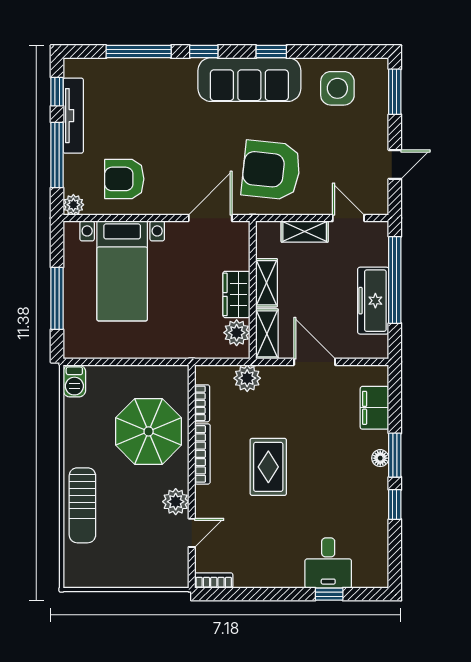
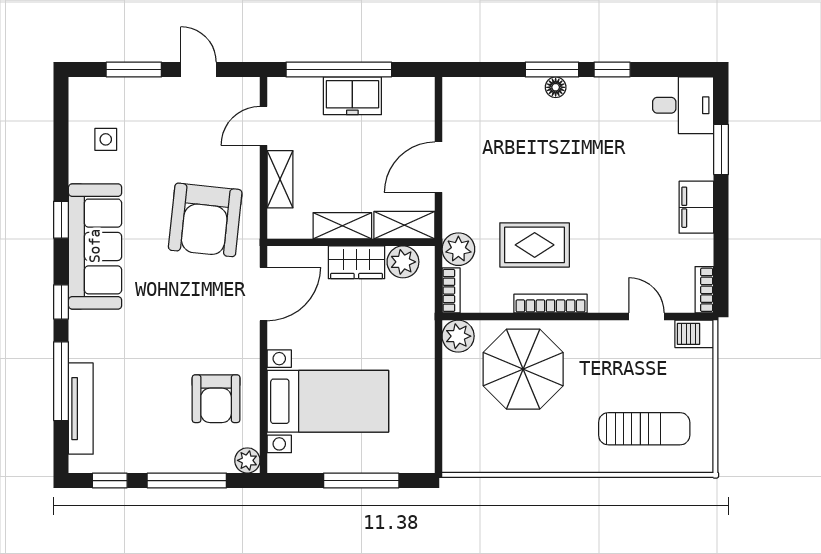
side table: (337, 88) -> (106, 139), width x0.54, depth x0.54
window: (395, 92) -> (134, 70), moved
tv unit: (73, 116) -> (81, 409), moved, turned 90
door: (210, 218) -> (264, 294), swing flipped
freezer: (373, 301) -> (352, 96), width x0.71
barbecue: (74, 381) -> (694, 334), moved, turned 180
bookcase: (202, 403) -> (451, 290), moved, turned 90
filing cabinet: (374, 408) -> (696, 207), moved, turned 90
rug: (268, 467) -> (535, 245), moved
plant: (176, 502) -> (458, 336), moved
sun lounger: (82, 505) -> (644, 429), moved
desk: (328, 563) -> (683, 105), moved
window: (329, 594) -> (721, 149), width x1.50

